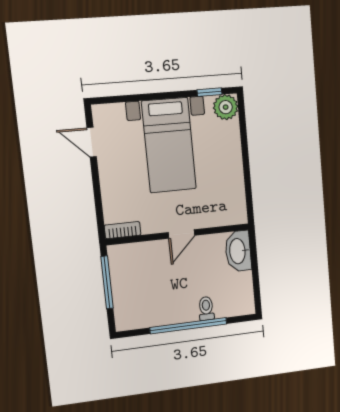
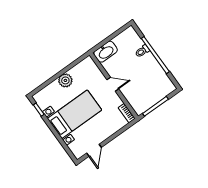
plant: (226, 107) -> (65, 80), moved

